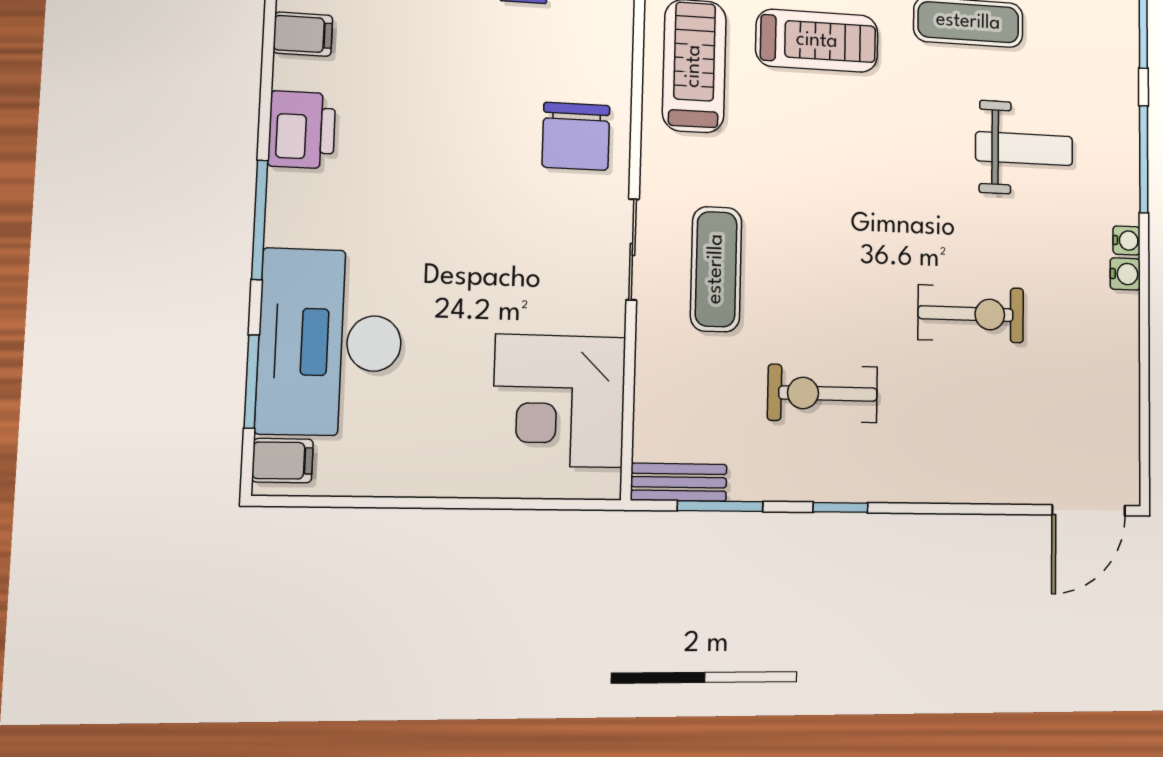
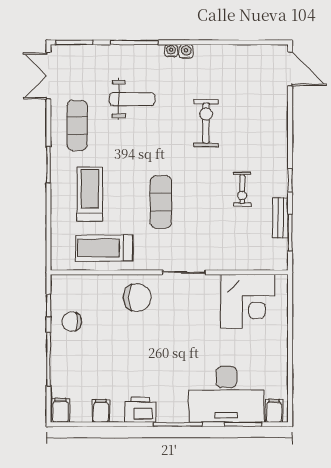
weight bench: (1024, 149) -> (132, 99), turned 90
exercise mat: (716, 269) -> (161, 202), moved, turned 90
exercise bike: (823, 393) -> (242, 189), width x0.73, depth x0.72
bench: (679, 482) -> (280, 218), moved

